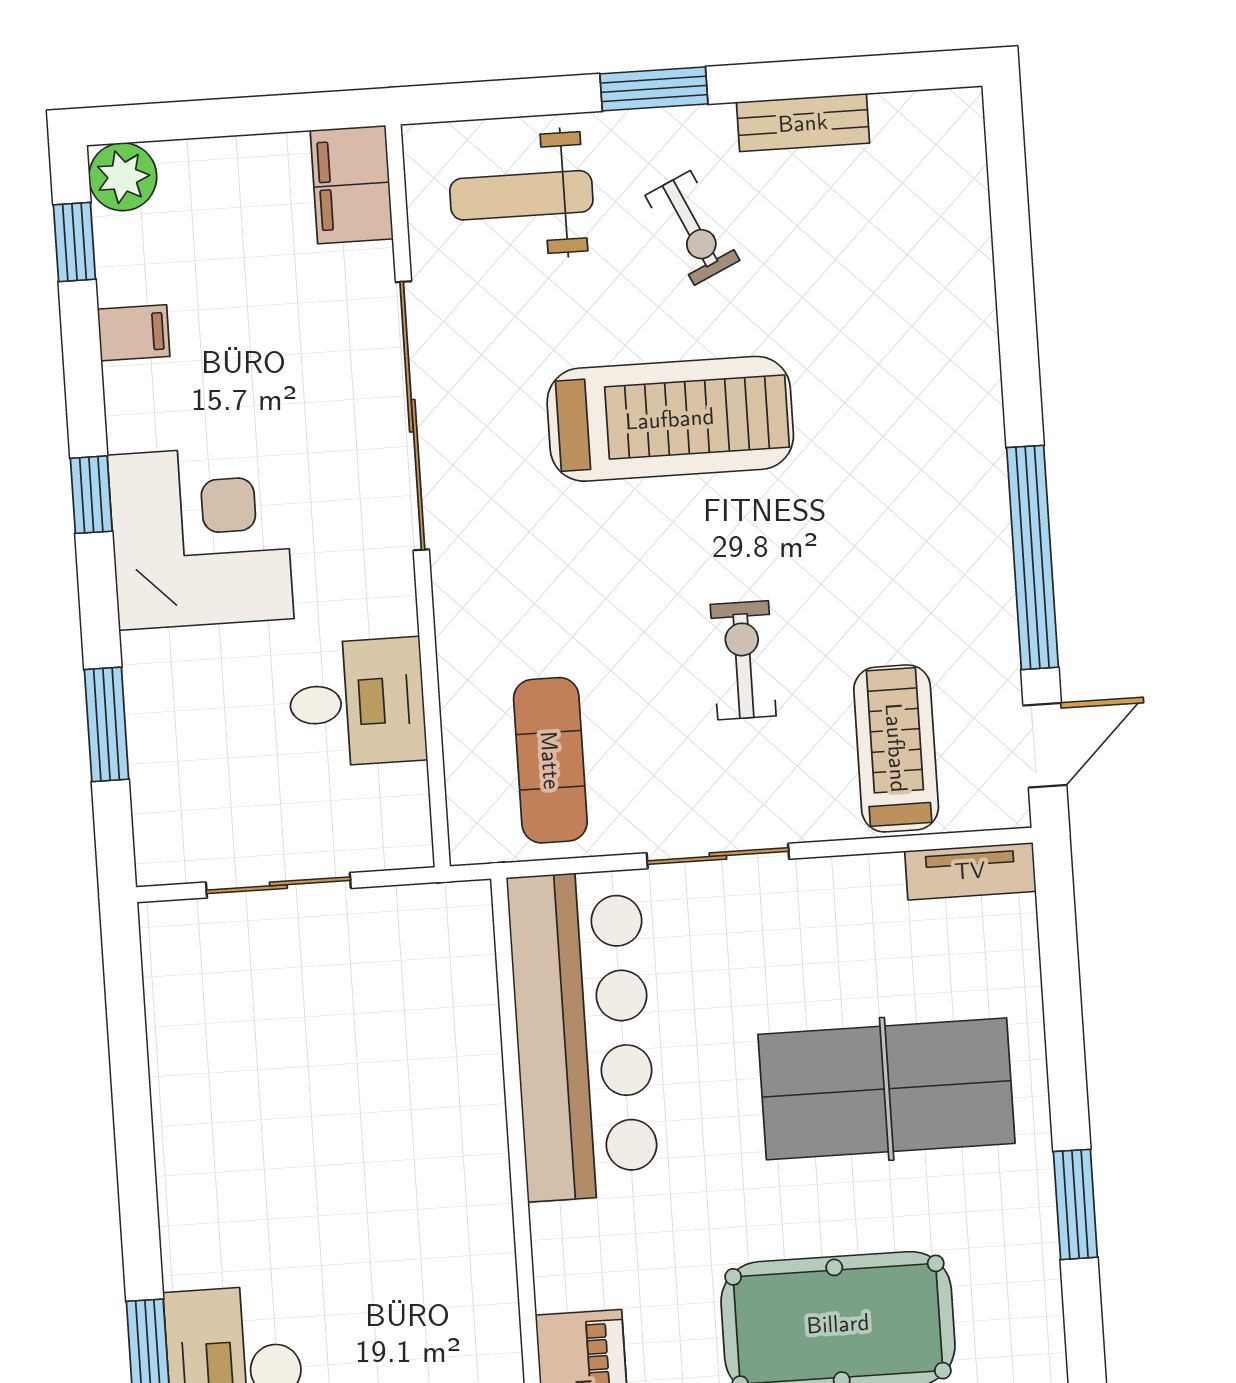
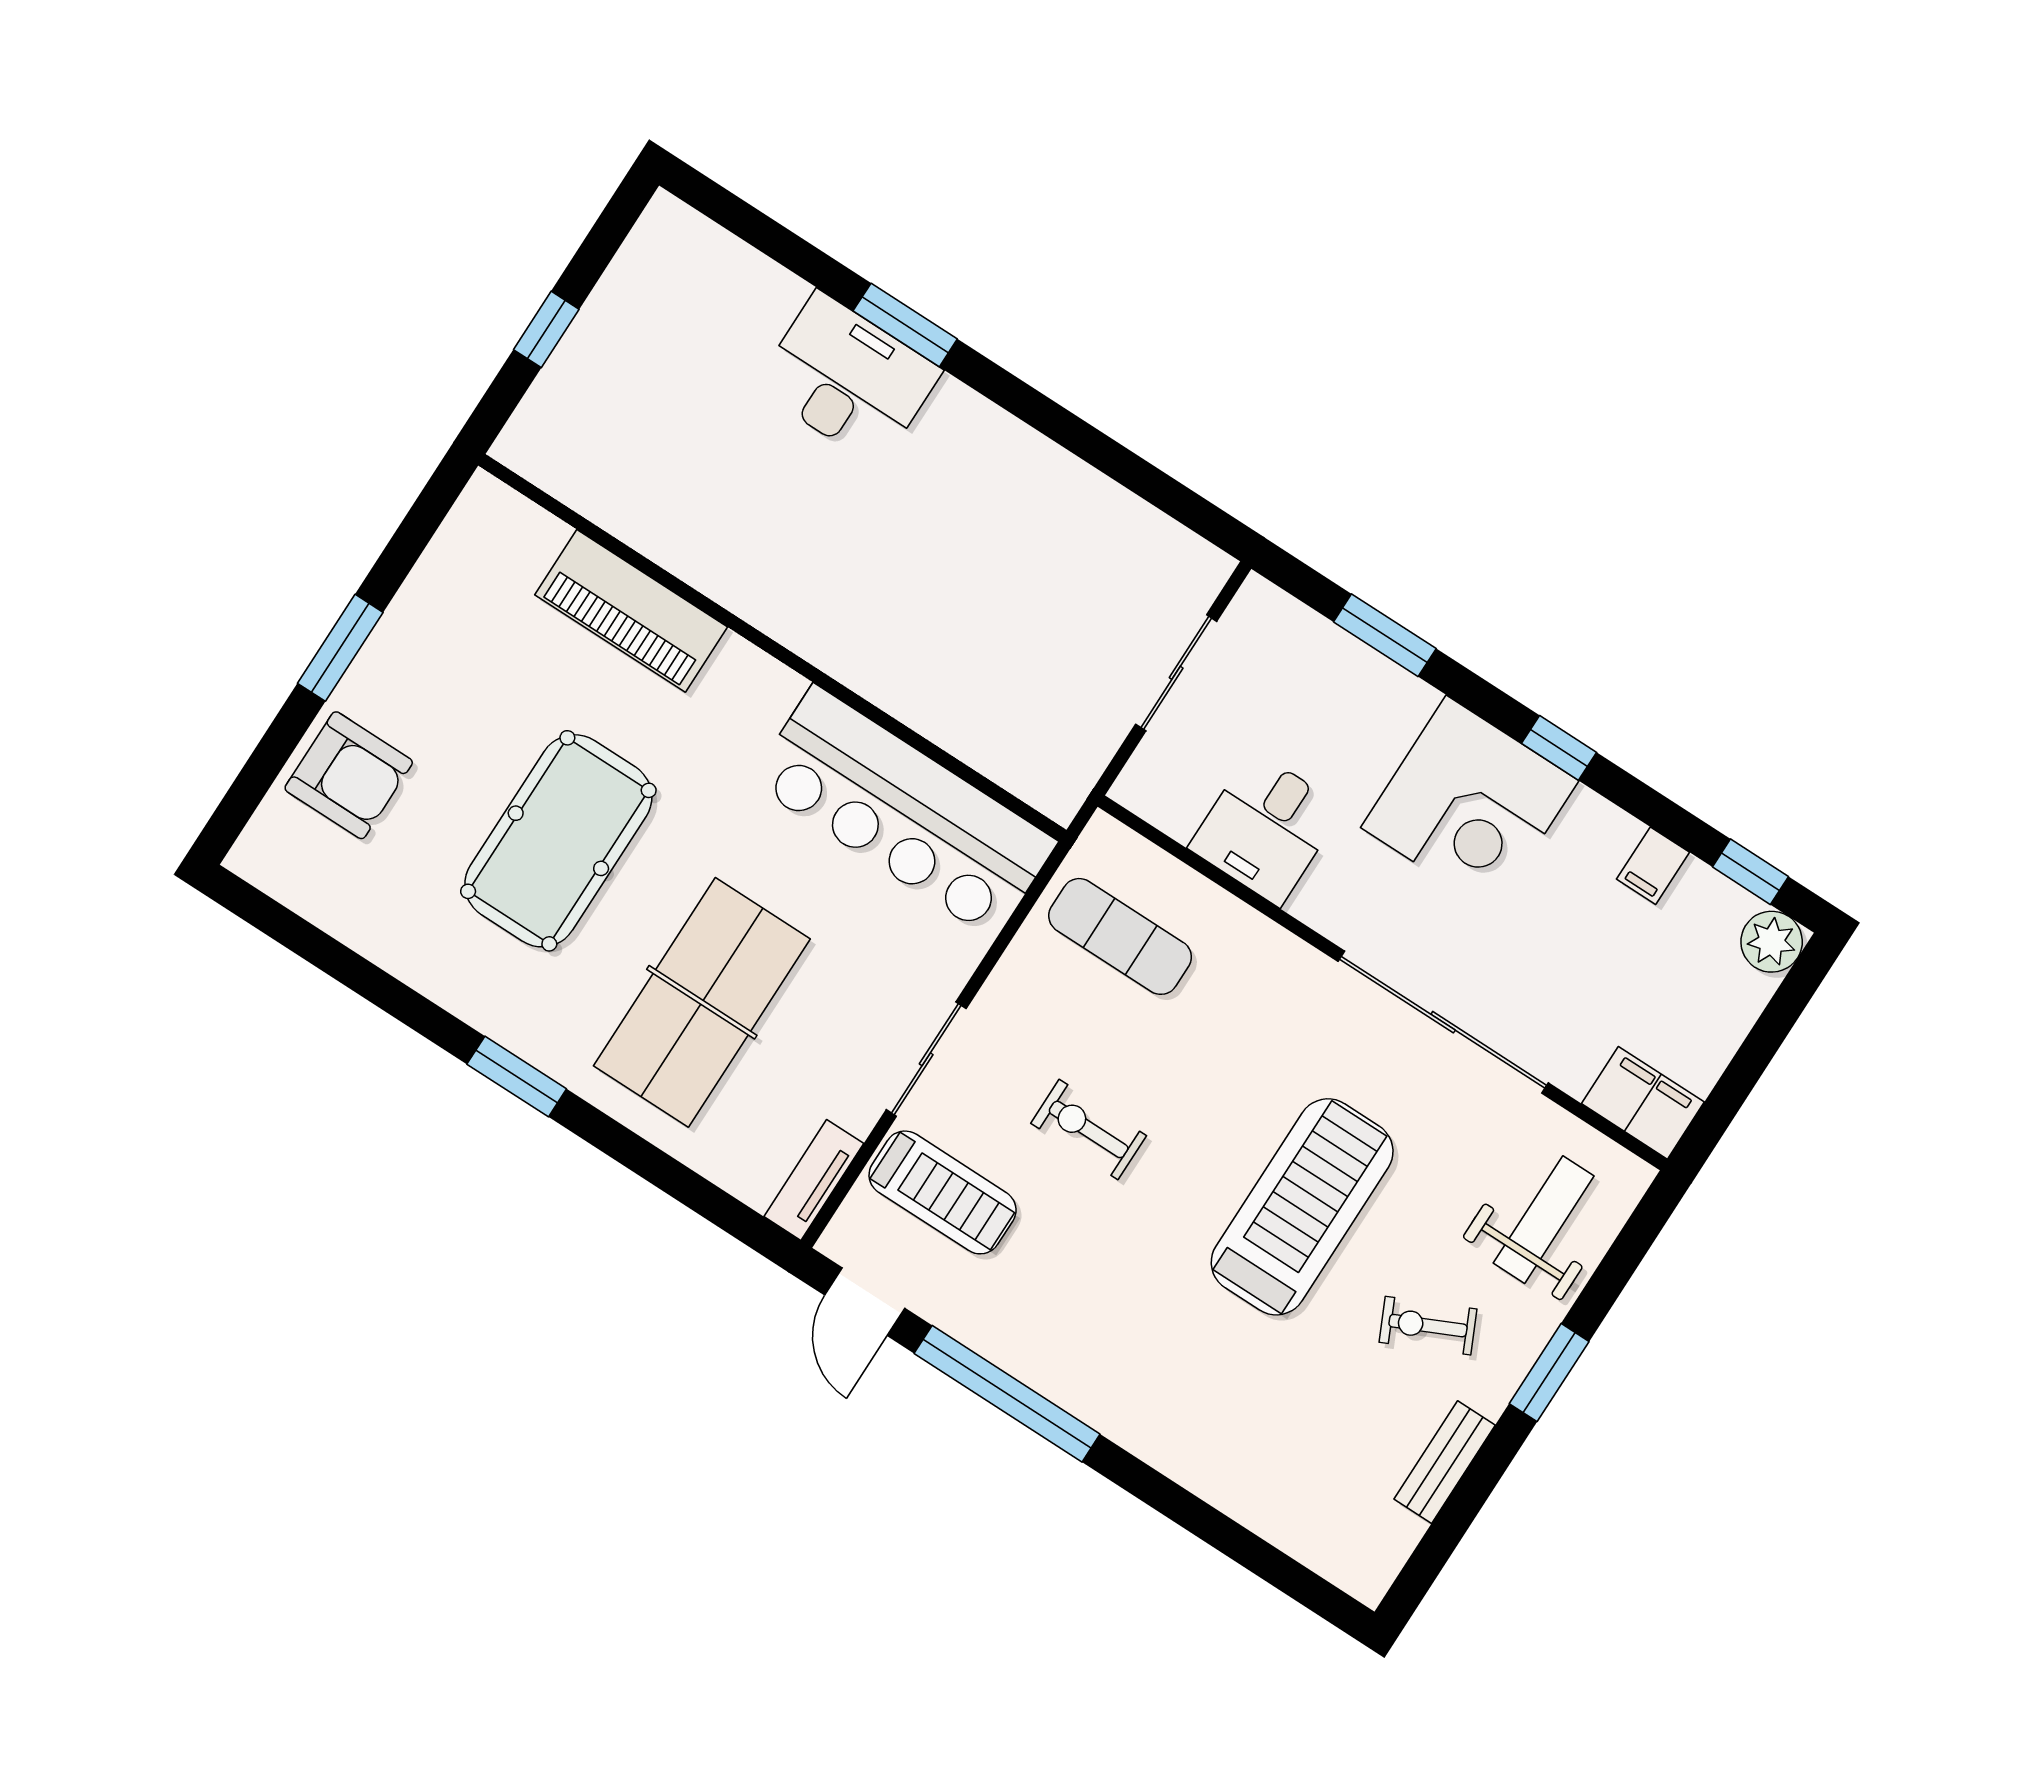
treadmill: (670, 419) -> (1302, 1207), turned 180
exercise bike: (743, 660) -> (1089, 1129), turned 180
sliding door: (718, 856) -> (926, 1059), moved

